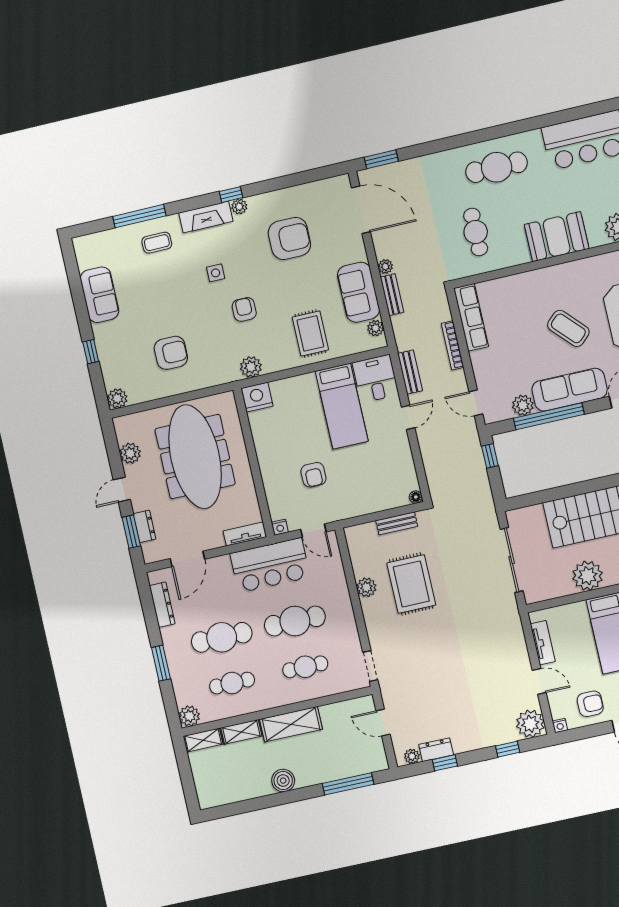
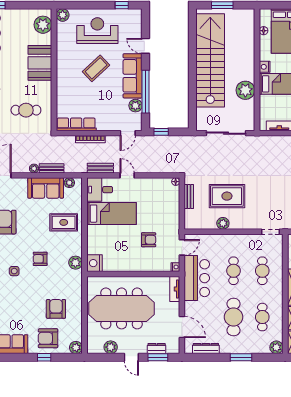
armchair: (122, 351) -> (48, 338), added
cafe table: (295, 621) -> (234, 271), width x0.73, depth x0.74

